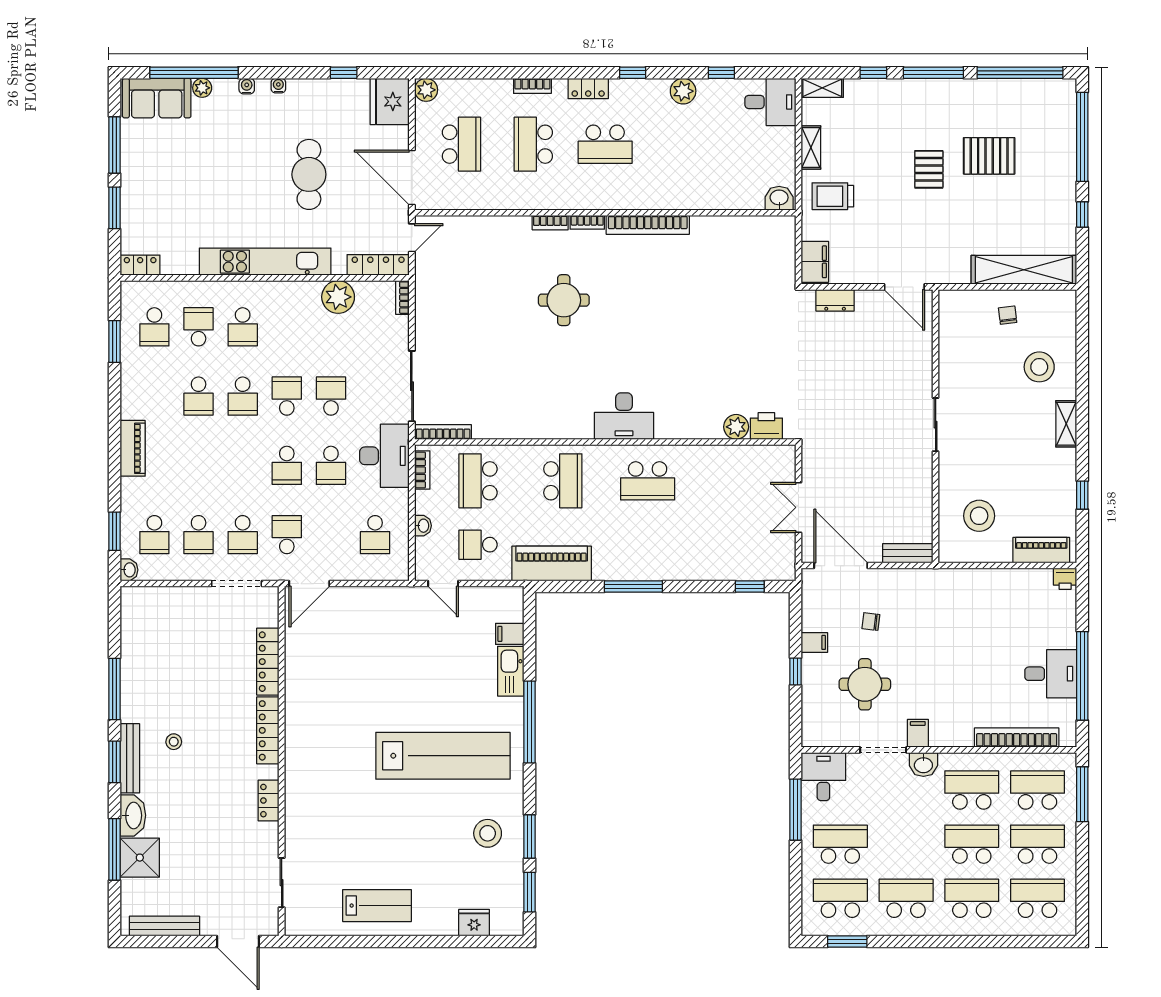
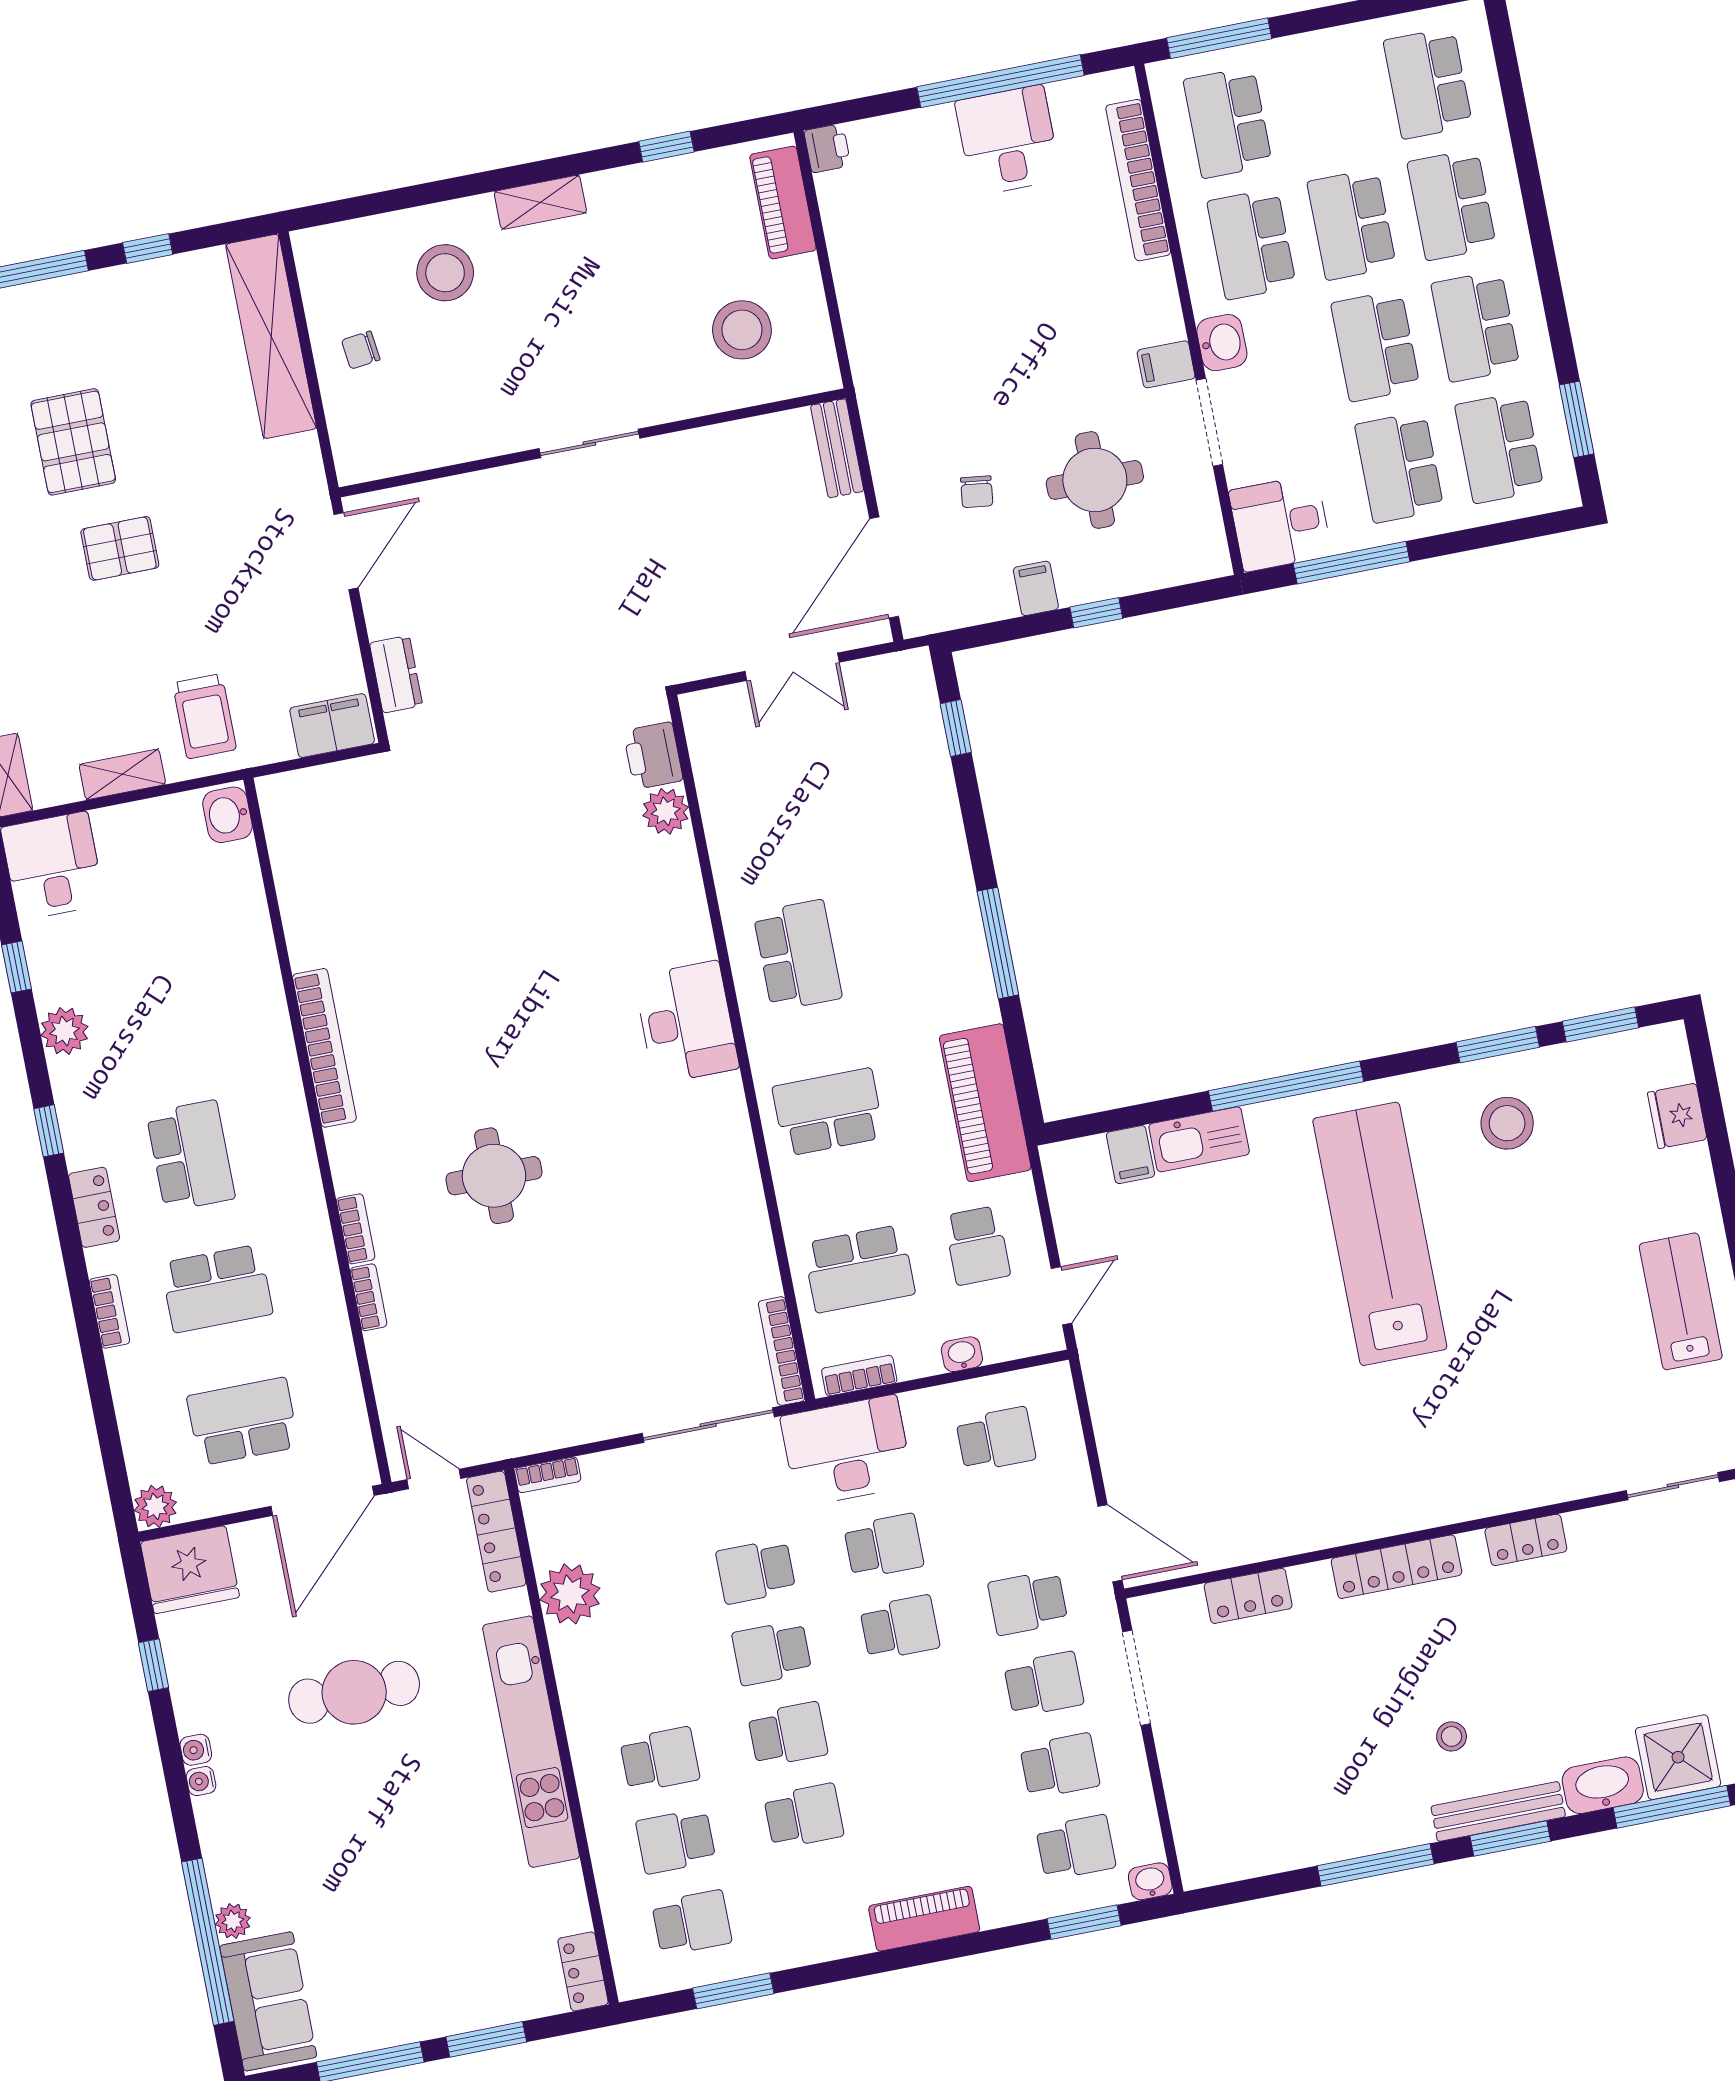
water cooler: (247, 86) -> (196, 1750), moved
bookcase: (587, 222) -> (368, 1297), moved
locker: (268, 662) -> (1248, 1596), width x0.66
school desk: (1037, 844) -> (1375, 346), moved

